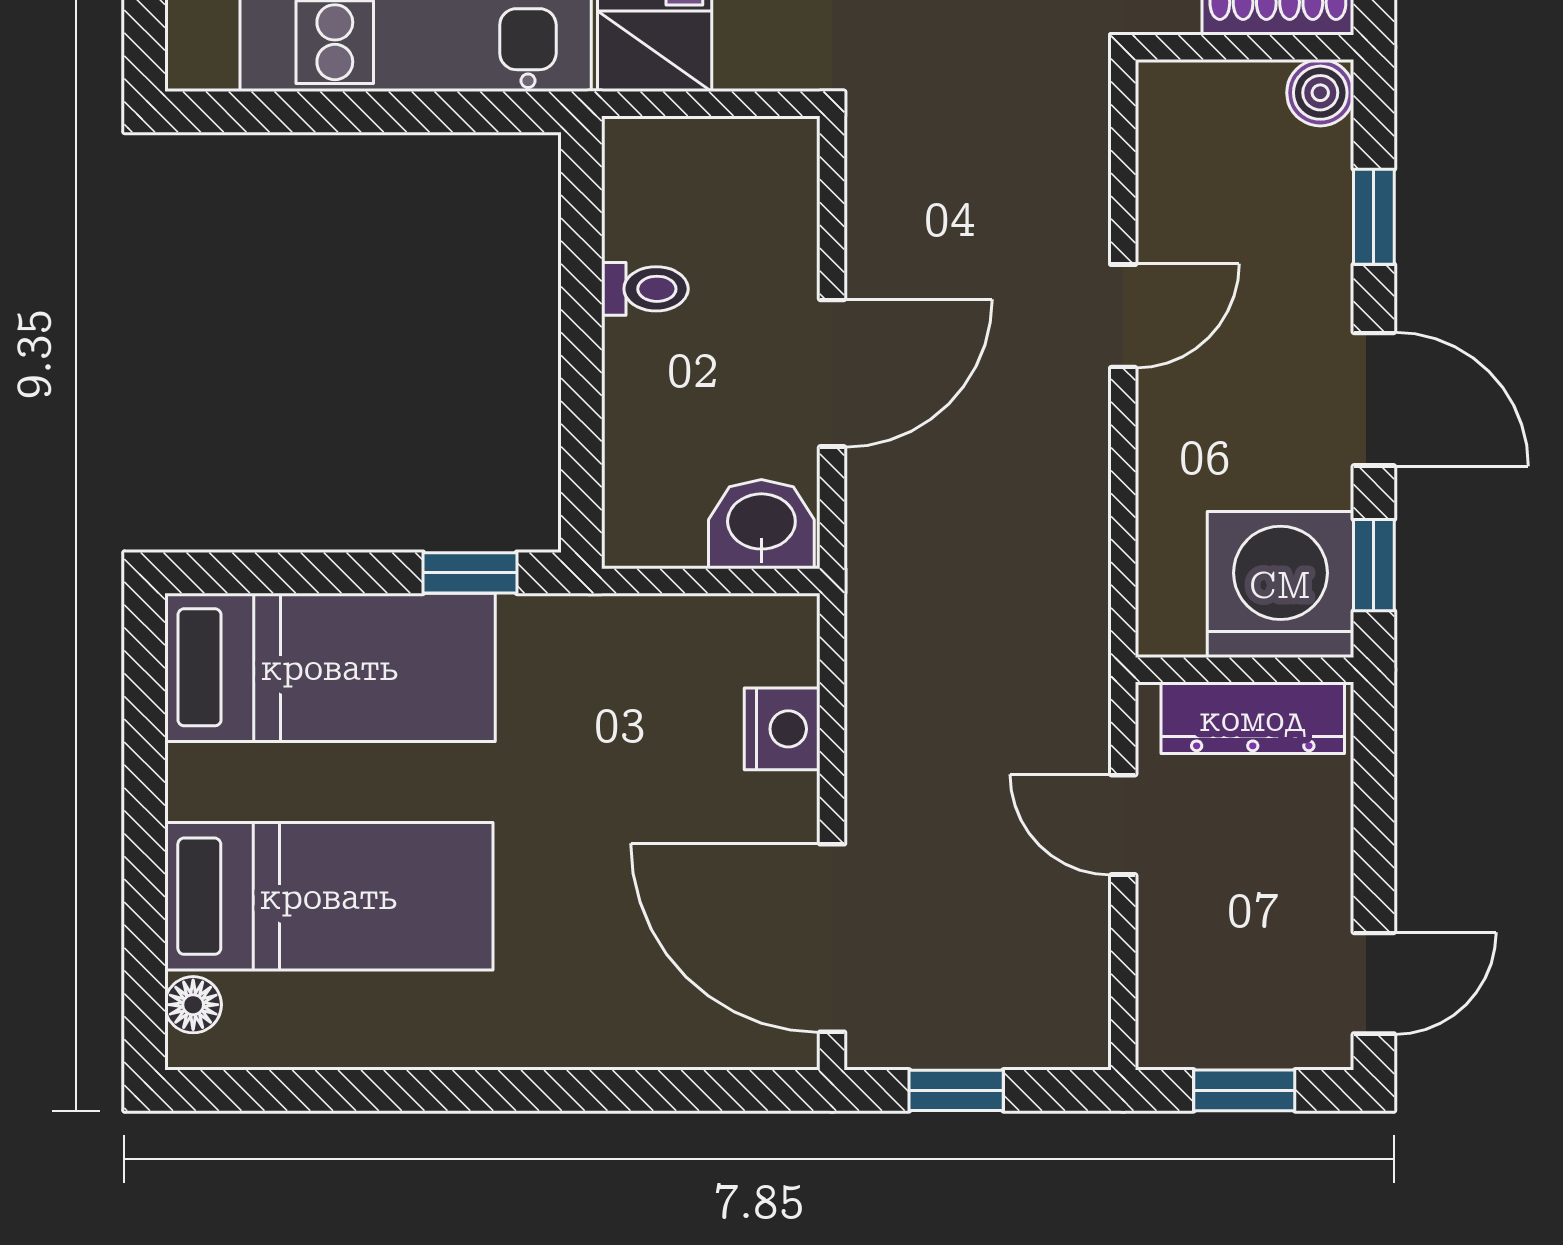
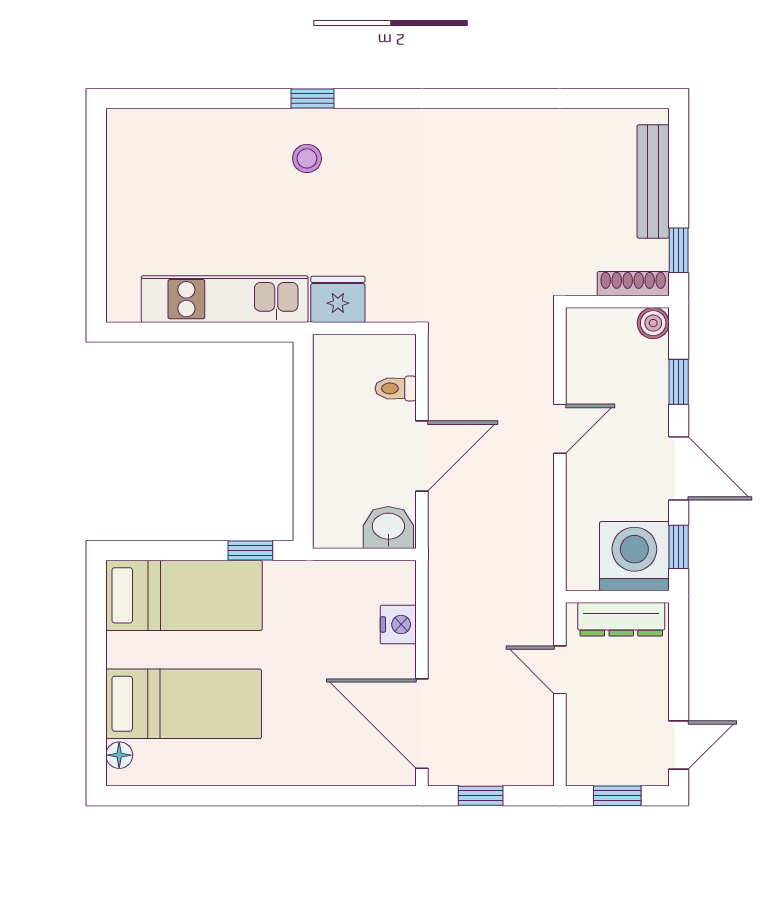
toilet: (645, 289) -> (396, 388), moved, turned 180

